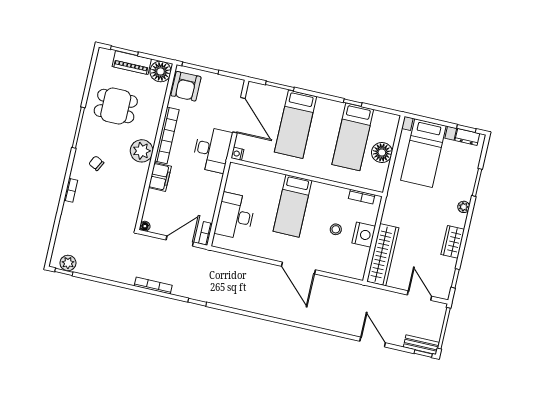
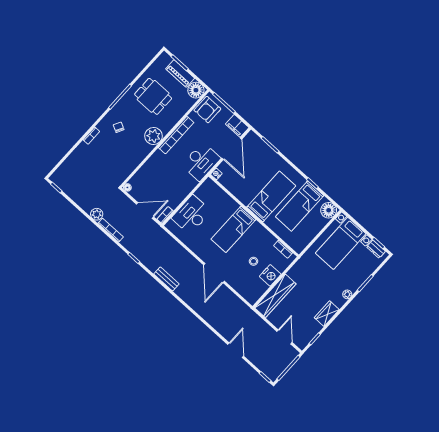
bed: (296, 124) -> (271, 197), moved, turned 180
floor lamp: (382, 152) -> (329, 210), moved
filing cabinet: (160, 177) -> (237, 126), moved, turned 90
plant: (68, 263) -> (97, 214), moved
bench: (421, 345) -> (166, 279), moved

